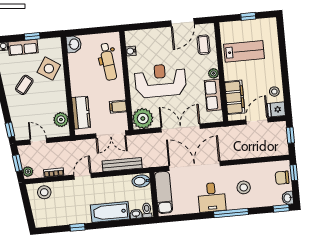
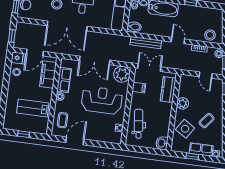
reception desk: (160, 80) -> (102, 100), turned 180
plant: (61, 120) -> (183, 103), moved
double door: (195, 166) -> (67, 26), moved
door: (83, 176) -> (178, 41), swing flipped

